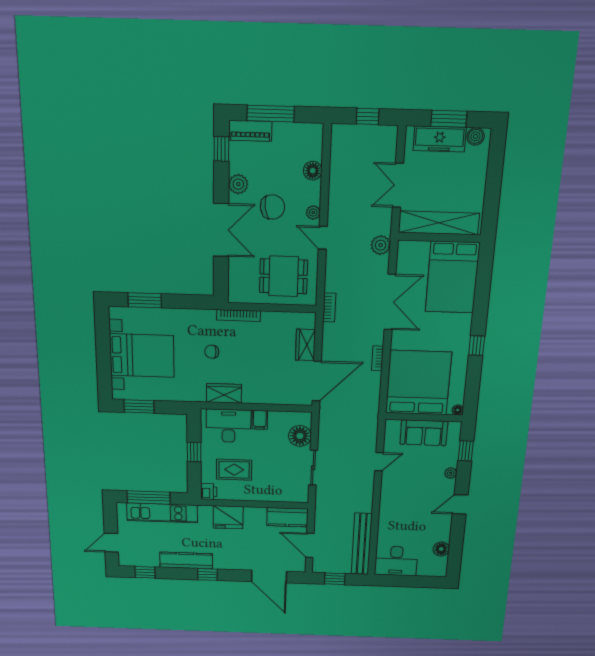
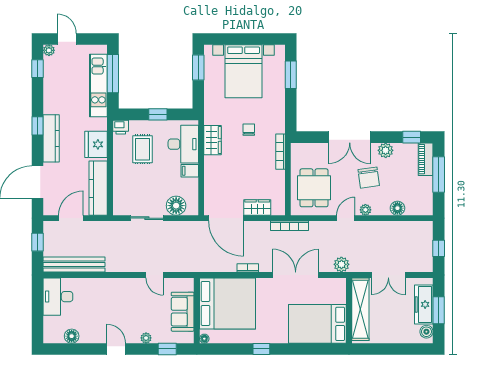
double door: (398, 185) -> (388, 275), swing flipped
double door: (390, 302) -> (296, 275), swing flipped
bookcase: (329, 307) -> (289, 226), width x1.56
kitchen counter: (287, 517) -> (98, 188), width x1.50
kitchen counter: (186, 560) -> (51, 138), moved
plant: (124, 561) -> (49, 50), added

